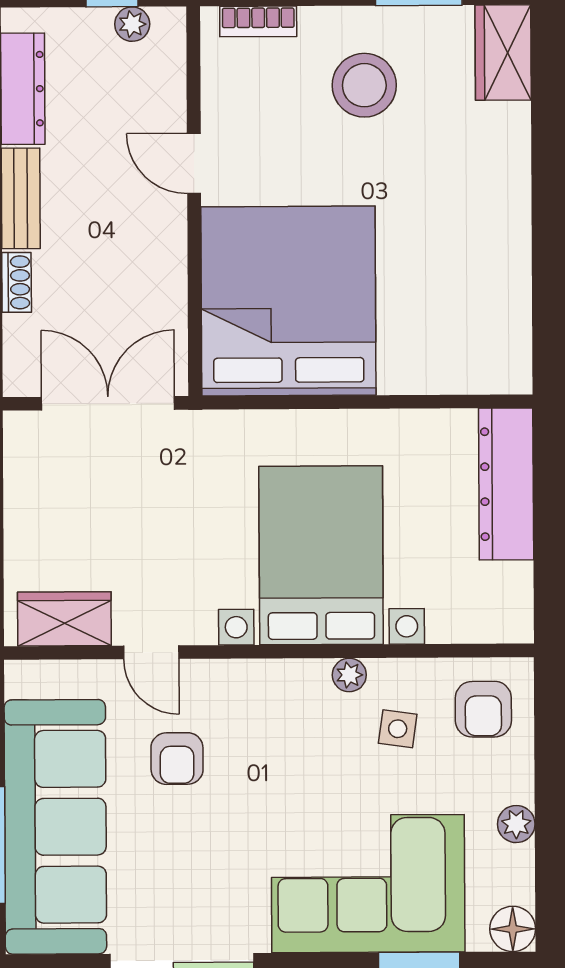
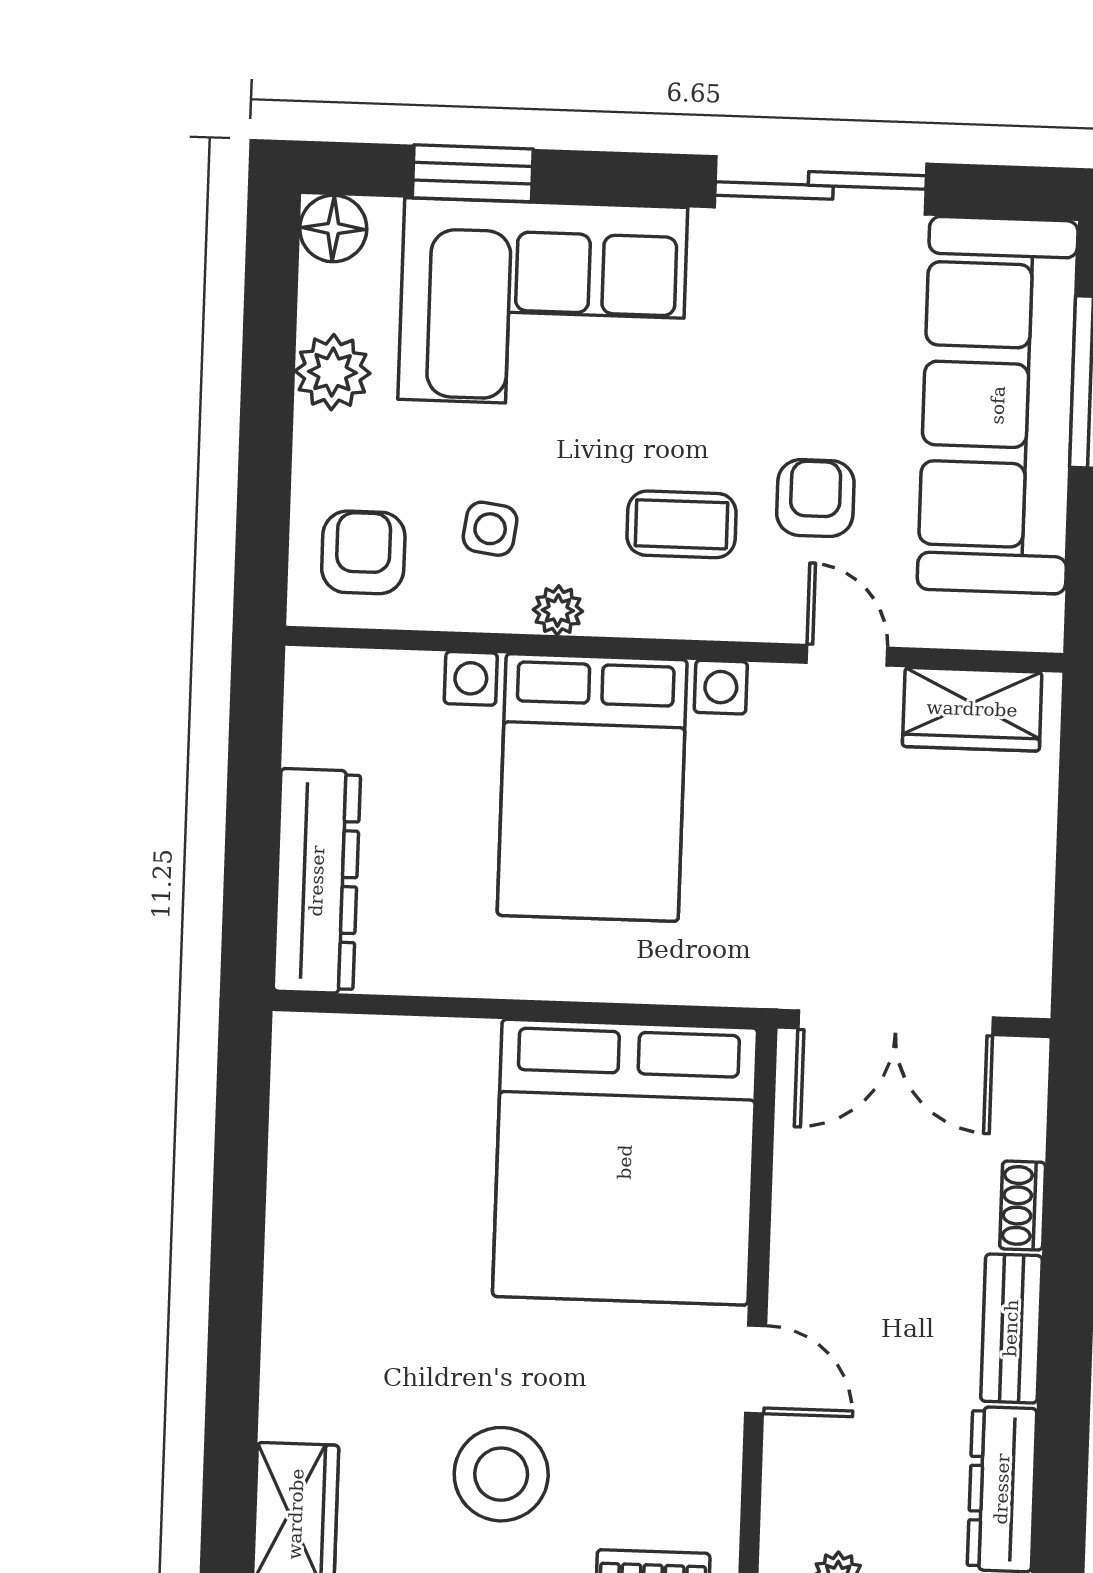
coffee table: (267, 737) -> (682, 524), added
plant: (516, 824) -> (333, 372), width x1.38, depth x1.38

